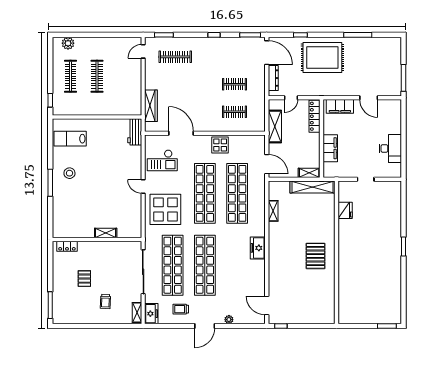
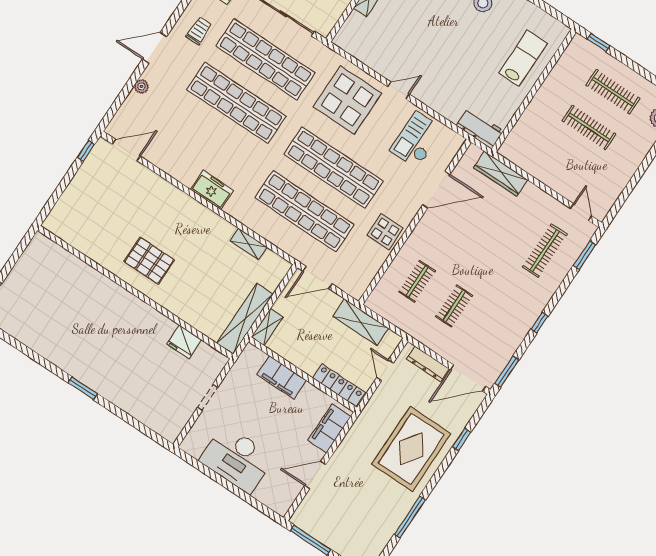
lab bench: (70, 139) -> (523, 58), moved
desk: (390, 148) -> (237, 459), width x1.36, depth x1.30
door: (205, 326) -> (155, 48), hinge flipped

